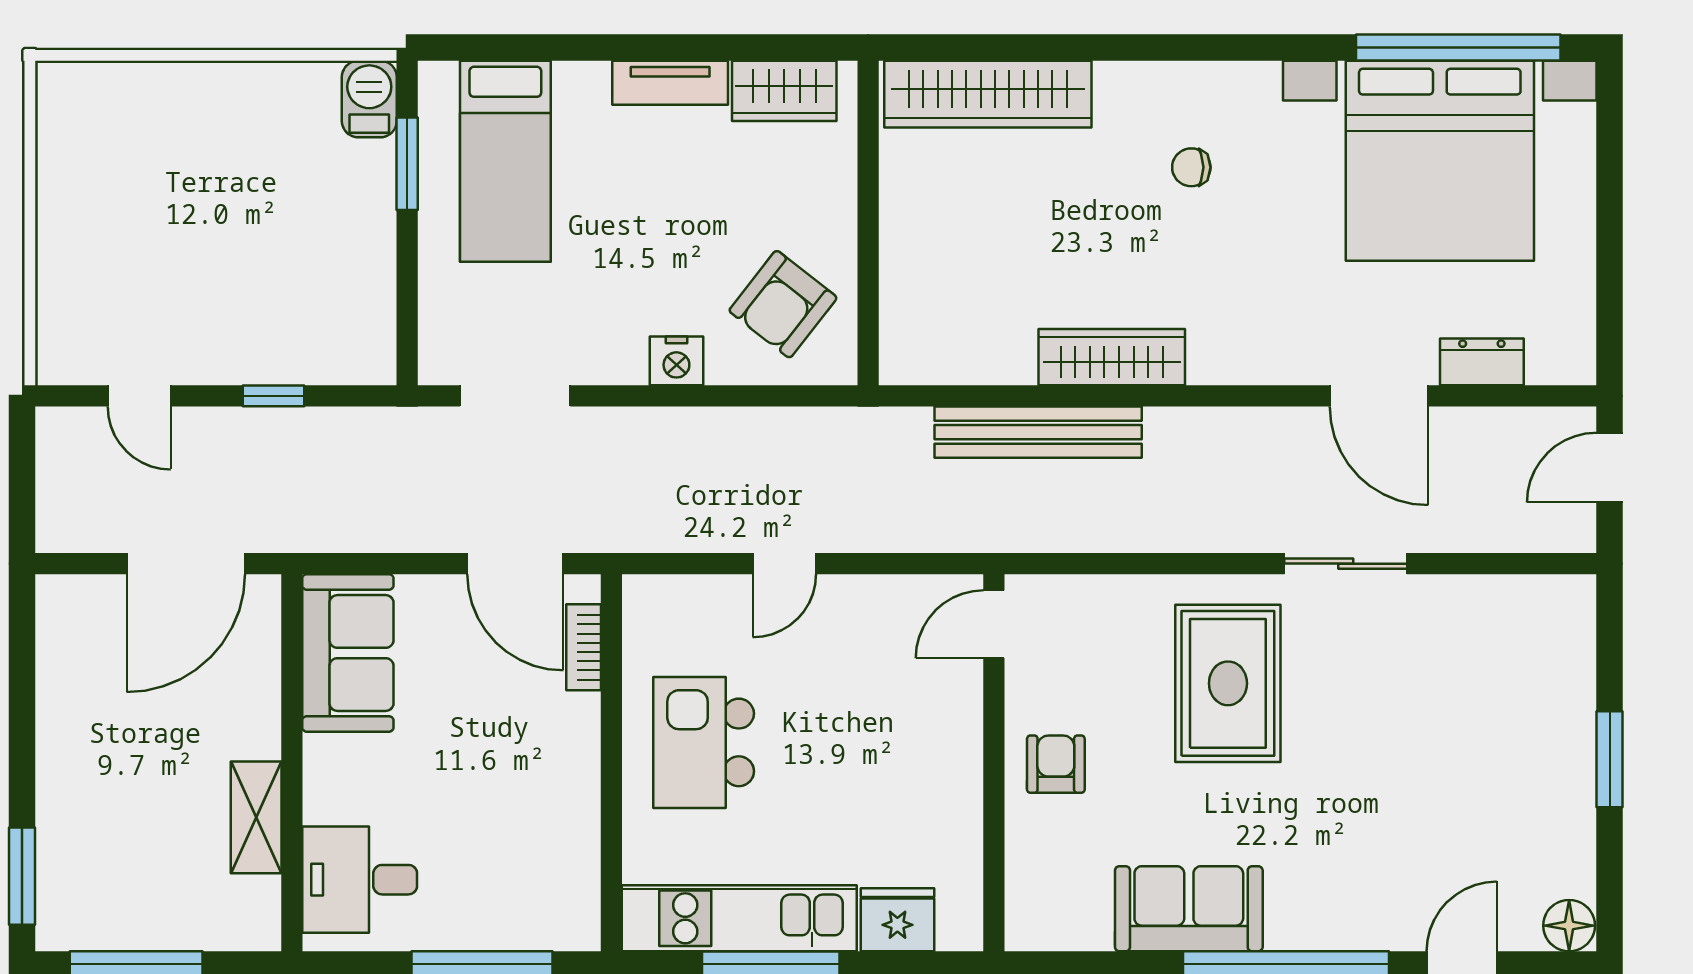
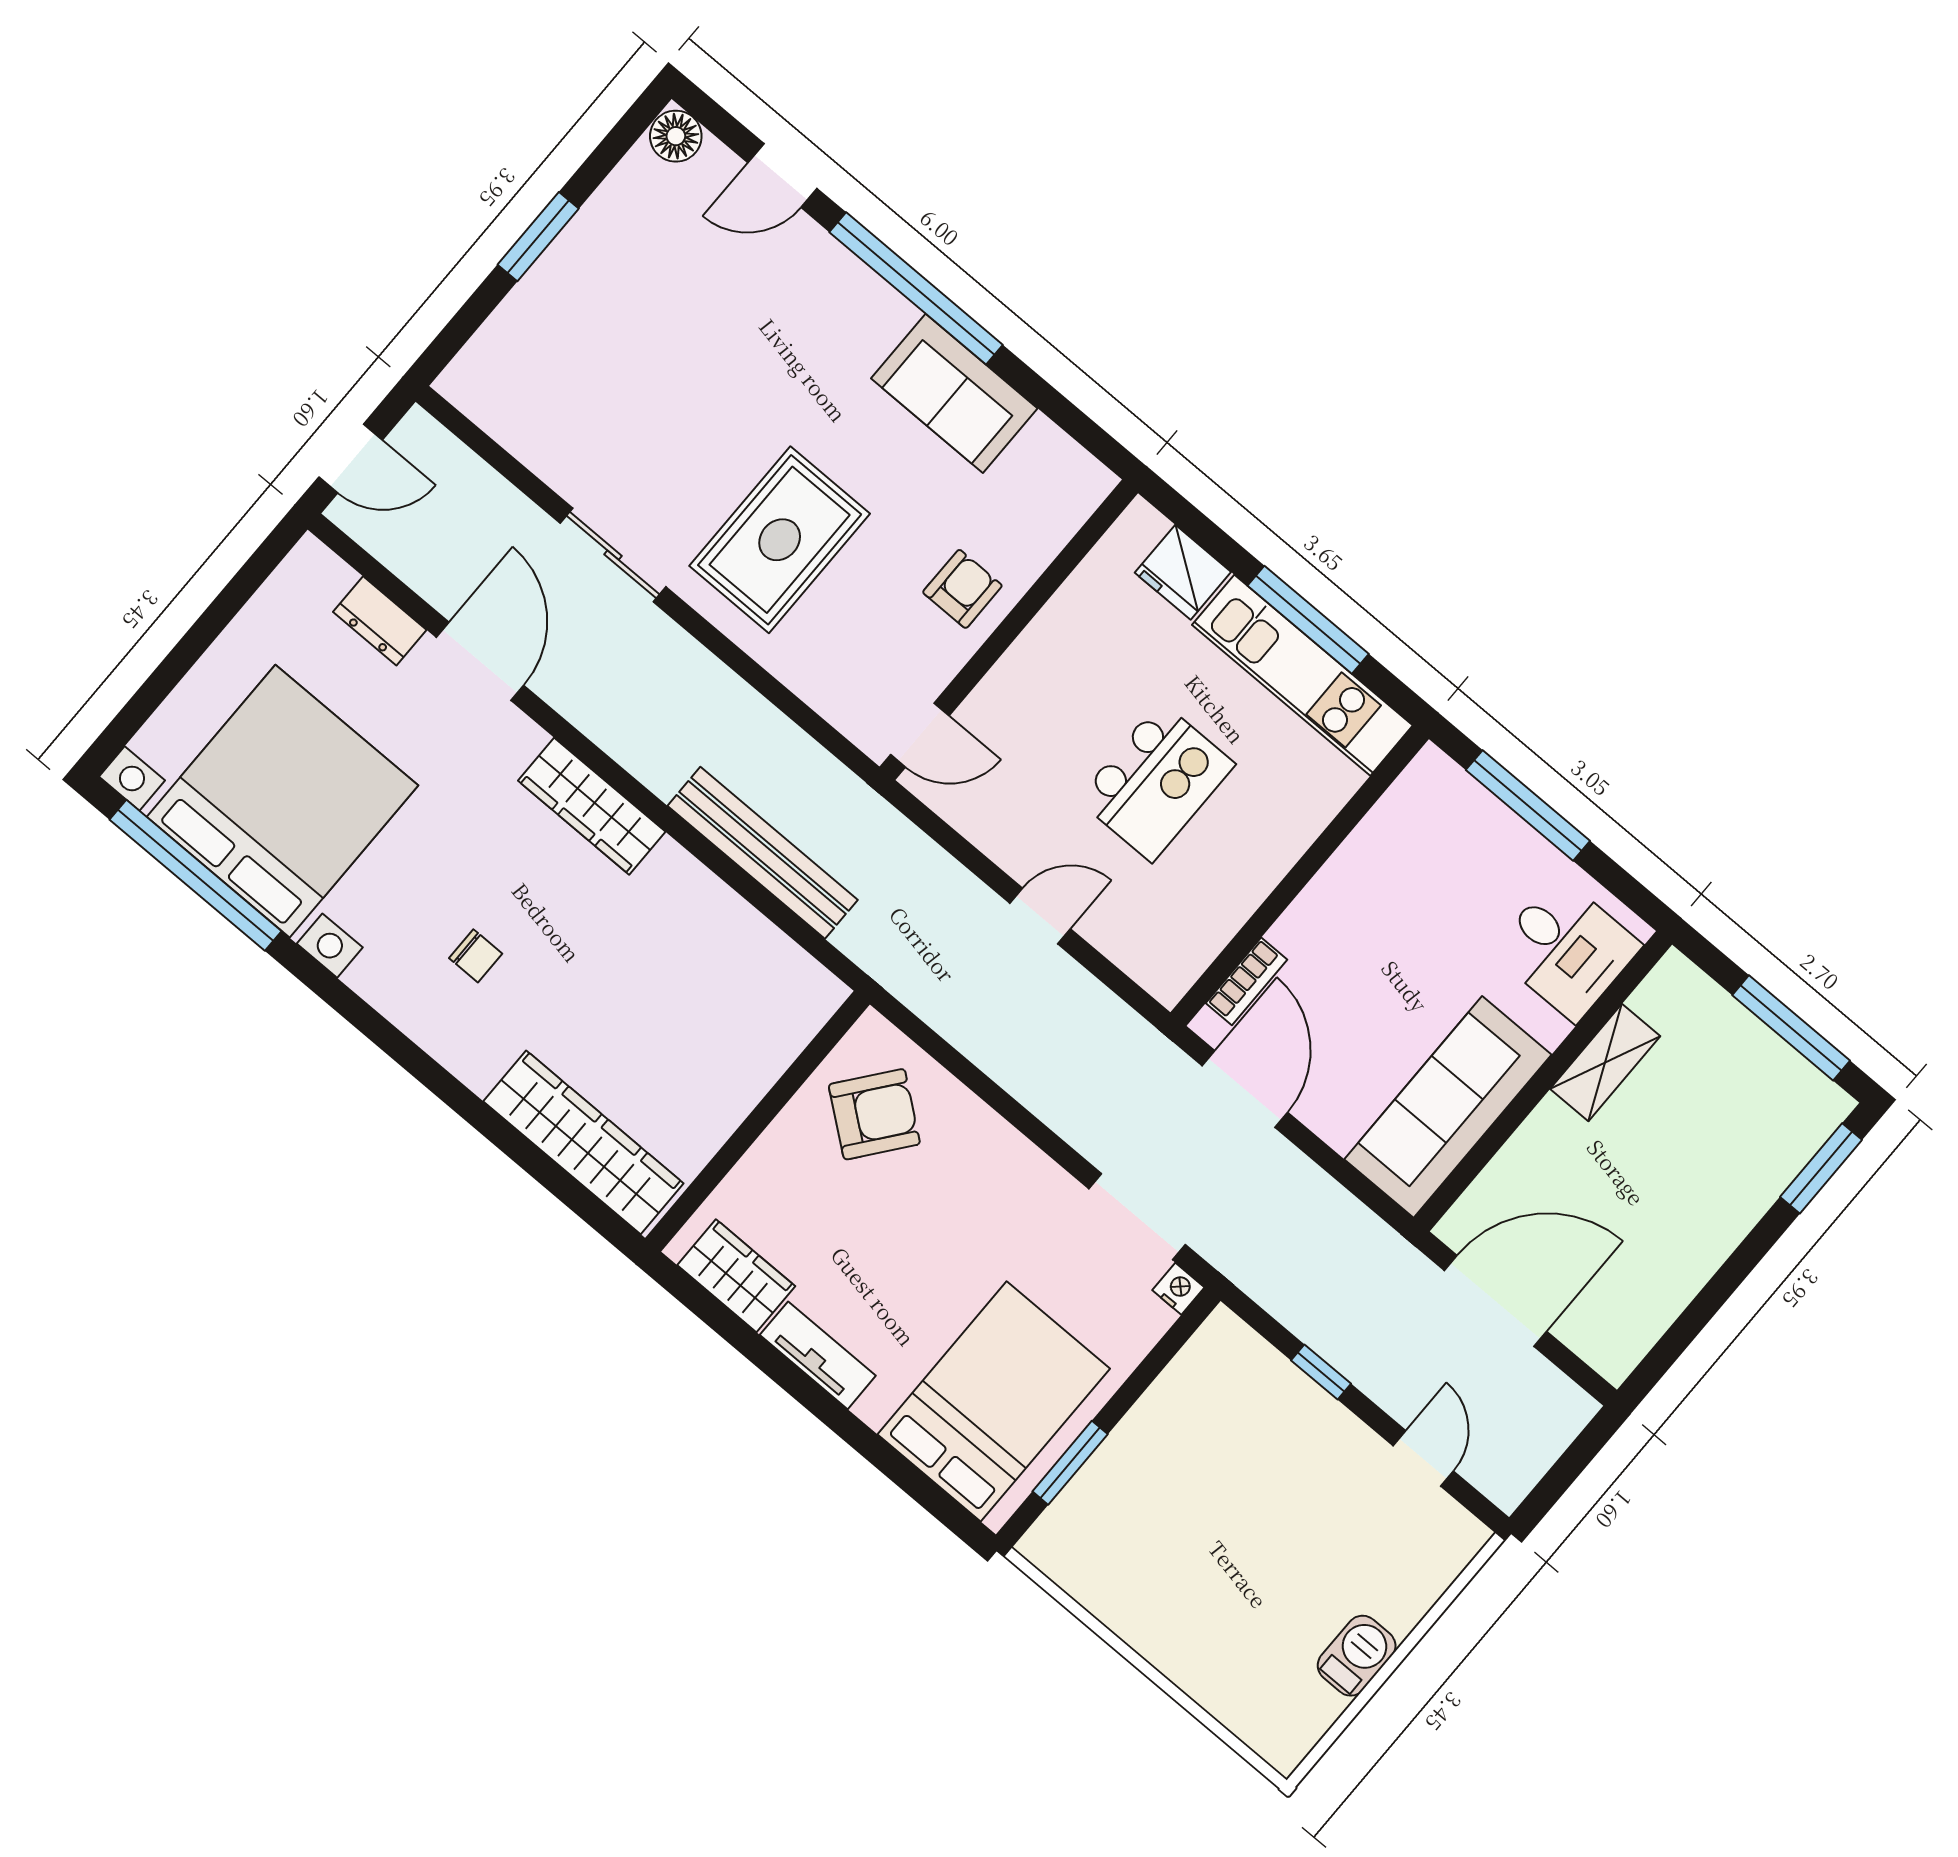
barbecue: (369, 99) -> (1357, 1656), moved, turned 180
bed: (505, 161) -> (994, 1401), width x1.50
wardrobe: (1112, 357) -> (592, 806), moved
nightstand: (676, 361) -> (1178, 1289), moved, width x0.72, depth x0.74
sofa: (348, 653) -> (1448, 1107), width x1.36
kitchen island: (704, 742) -> (1156, 782), moved
armchair: (1056, 764) -> (962, 589), turned 180

